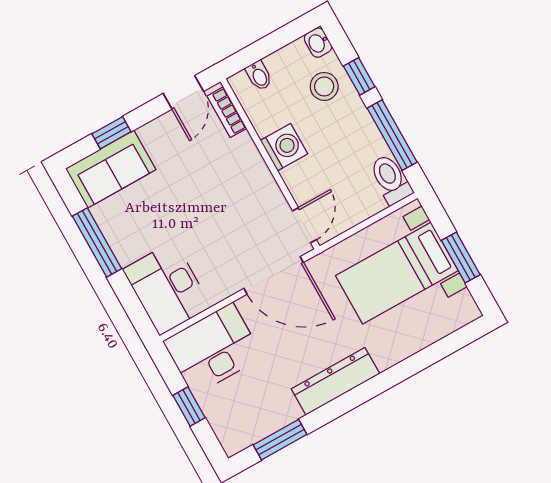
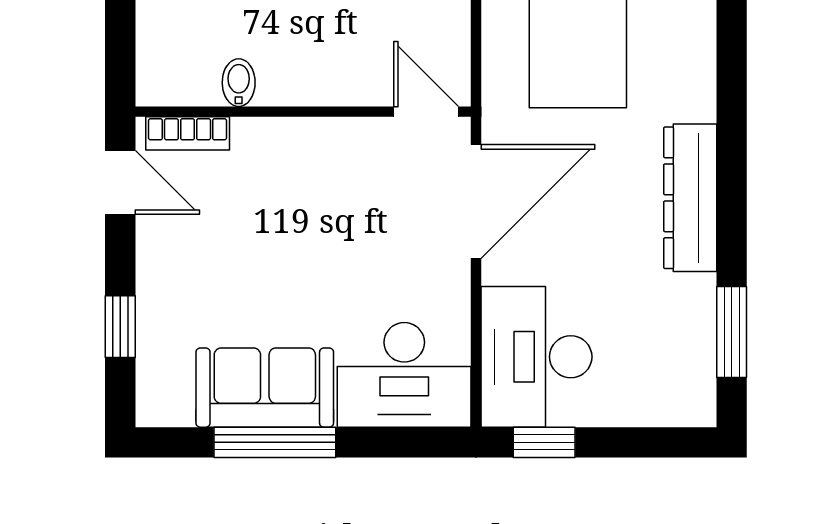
bidet: (259, 76) -> (239, 83), moved, turned -90
washing machine: (284, 147) -> (290, 76), removed
sofa: (111, 169) -> (265, 388), moved, turned -90
window: (189, 407) -> (544, 442), moved

